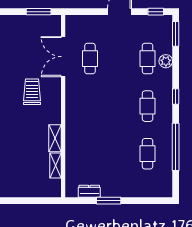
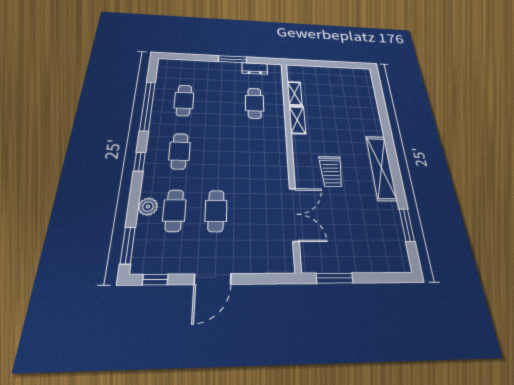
cafe table: (90, 59) -> (216, 211), moved
cafe table: (90, 154) -> (255, 103), added

